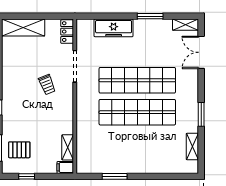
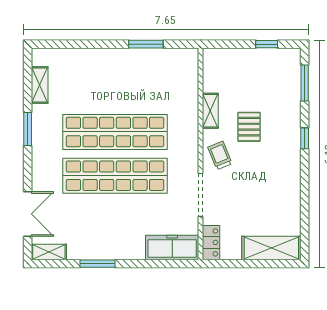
freezer: (114, 28) -> (172, 247), moved
trolley: (47, 85) -> (220, 155), moved
shelving: (68, 147) -> (210, 111), moved
pallet: (19, 150) -> (249, 127), moved, turned 90
filing cabinet: (65, 167) -> (214, 56), removed

